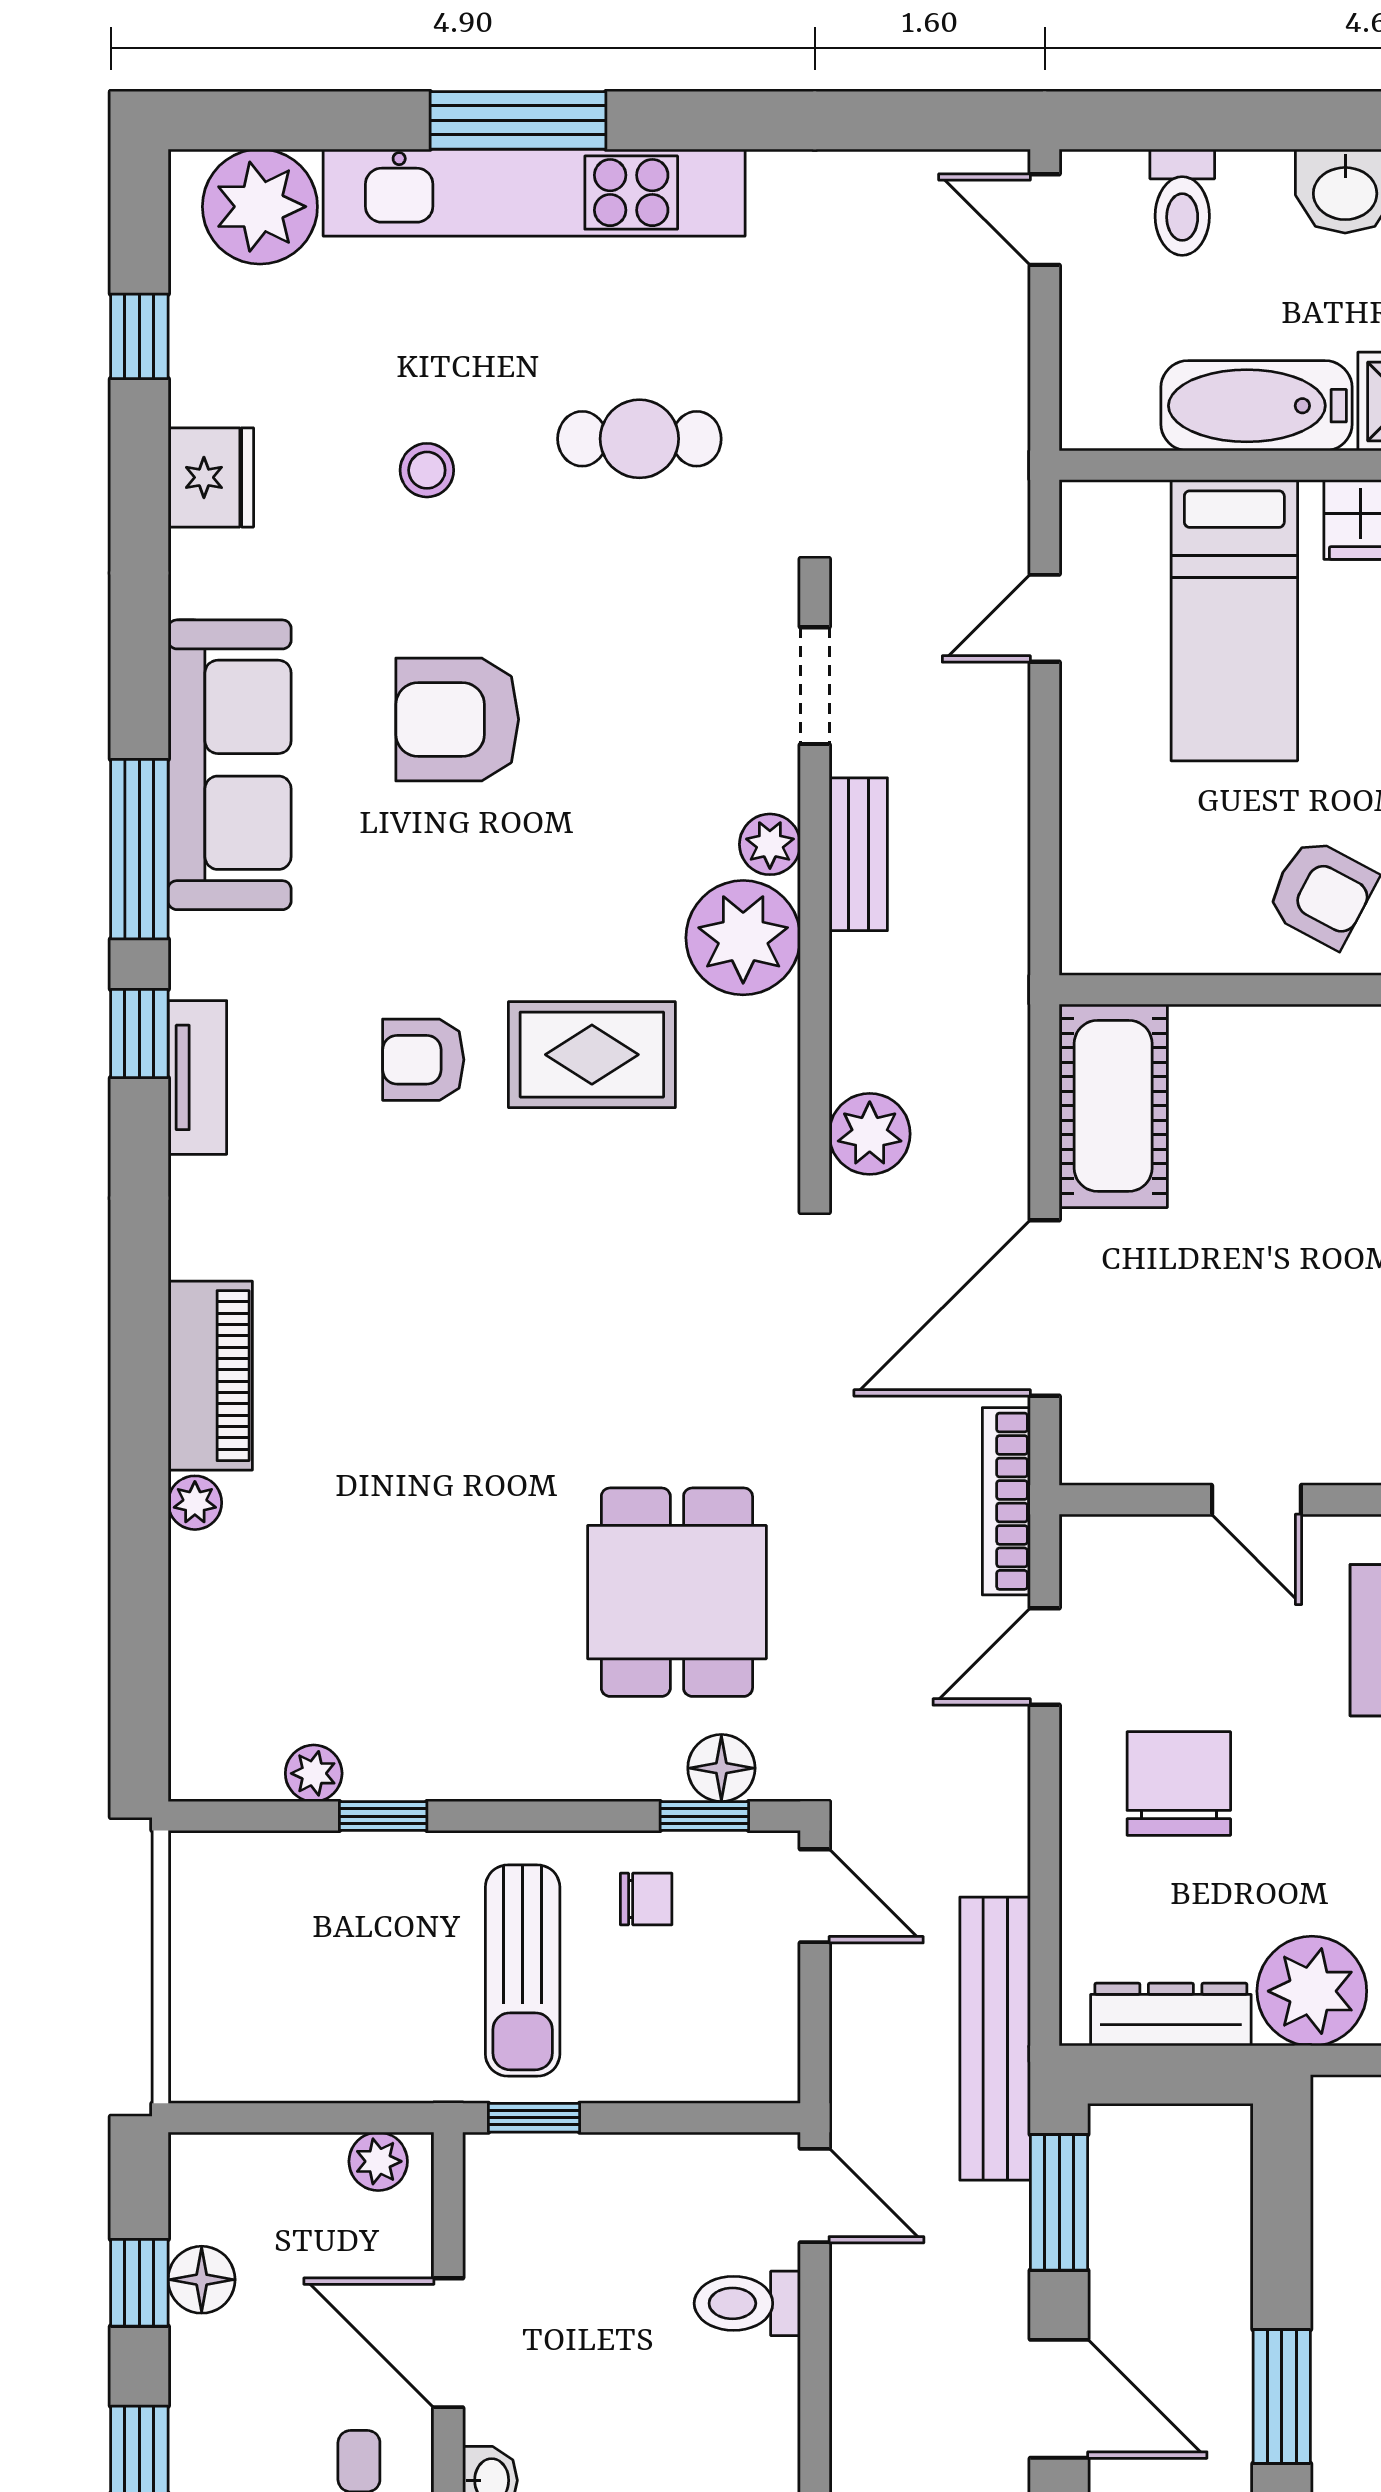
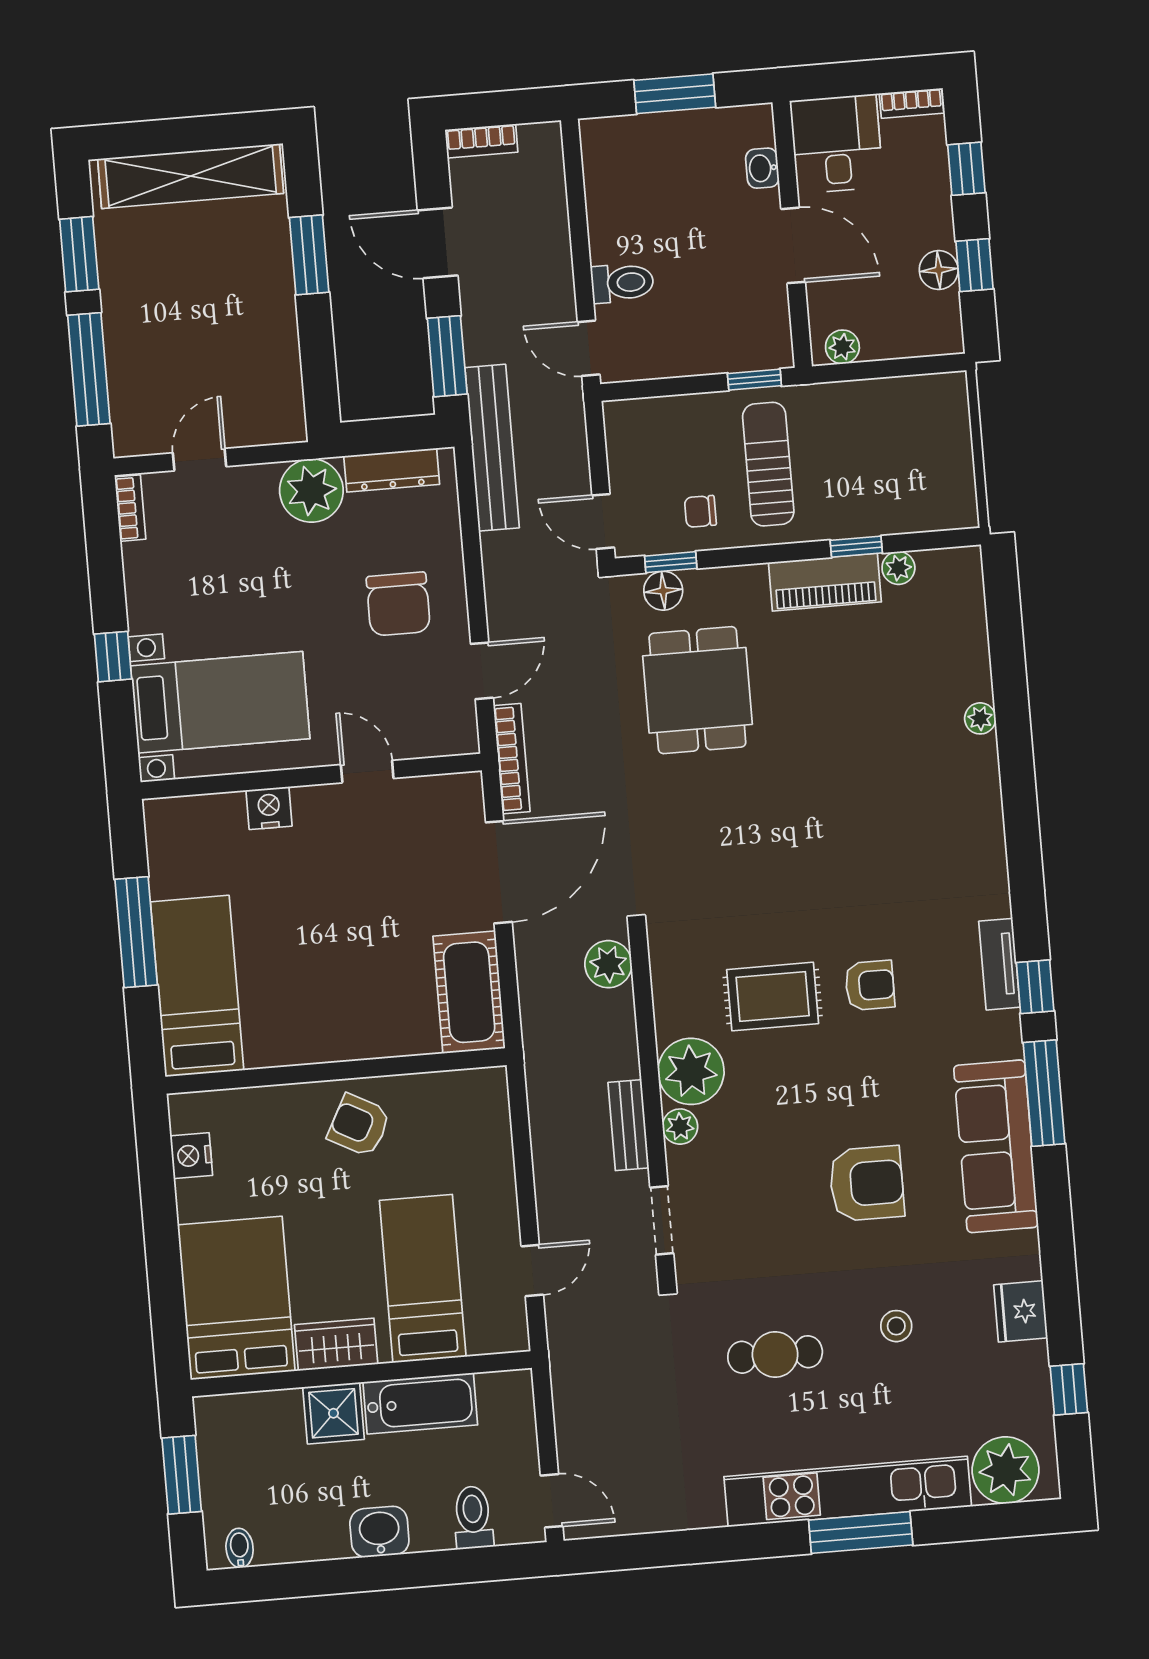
piano: (210, 1376) -> (825, 582), moved, turned -90

